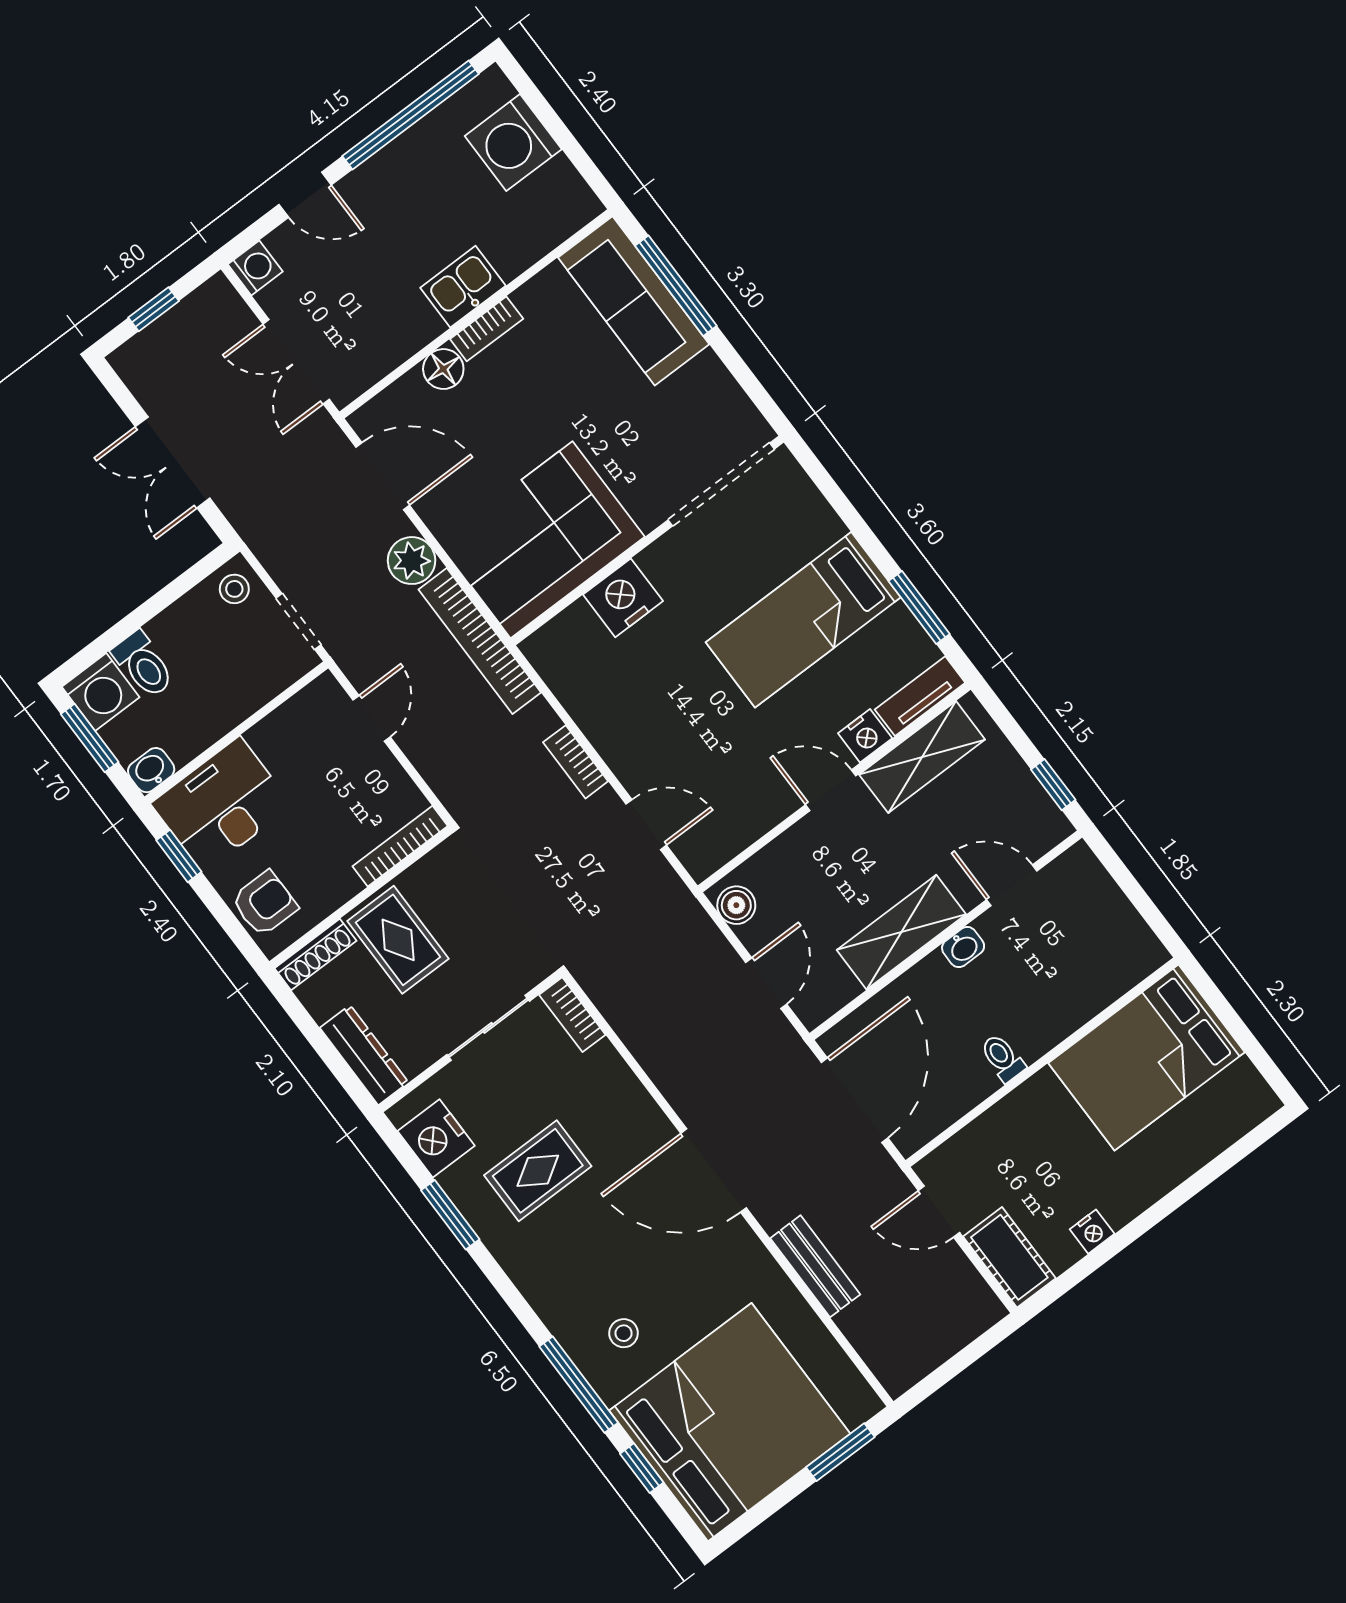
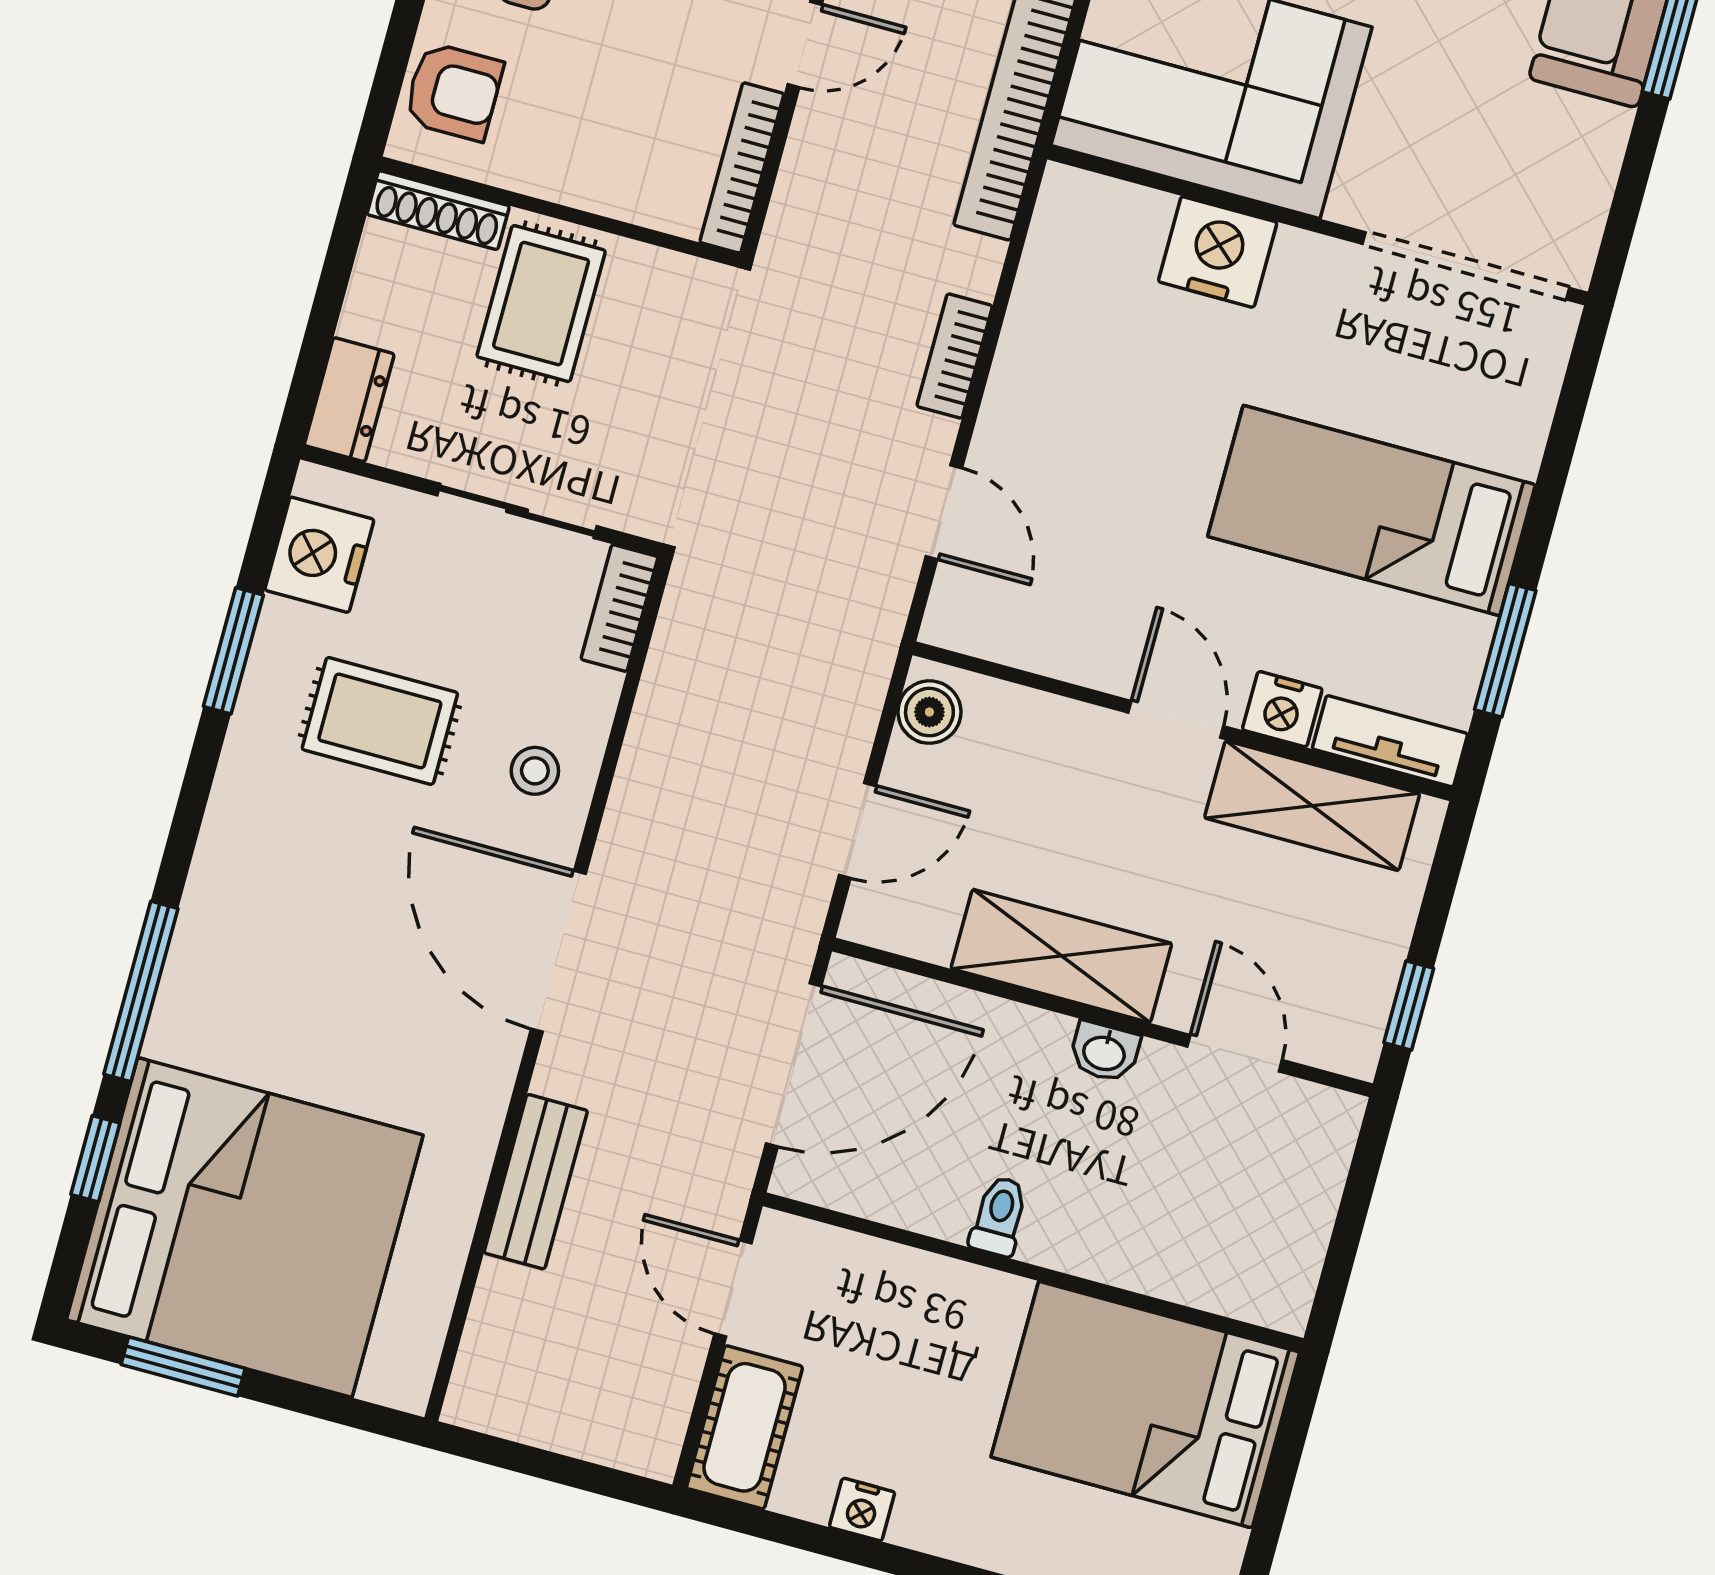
bookcase: (400, 846) -> (742, 168), moved, turned -90
dresser: (364, 1055) -> (349, 400), width x0.70
stool: (624, 1333) -> (535, 771), moved
window: (840, 1452) -> (183, 1366), moved

